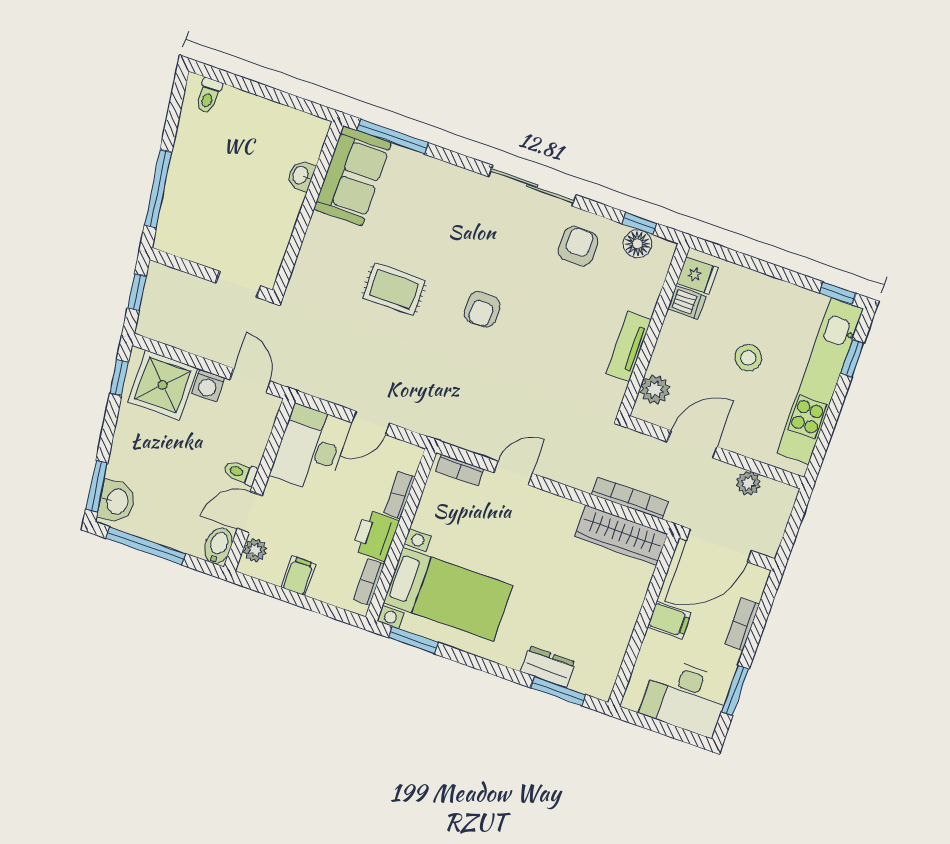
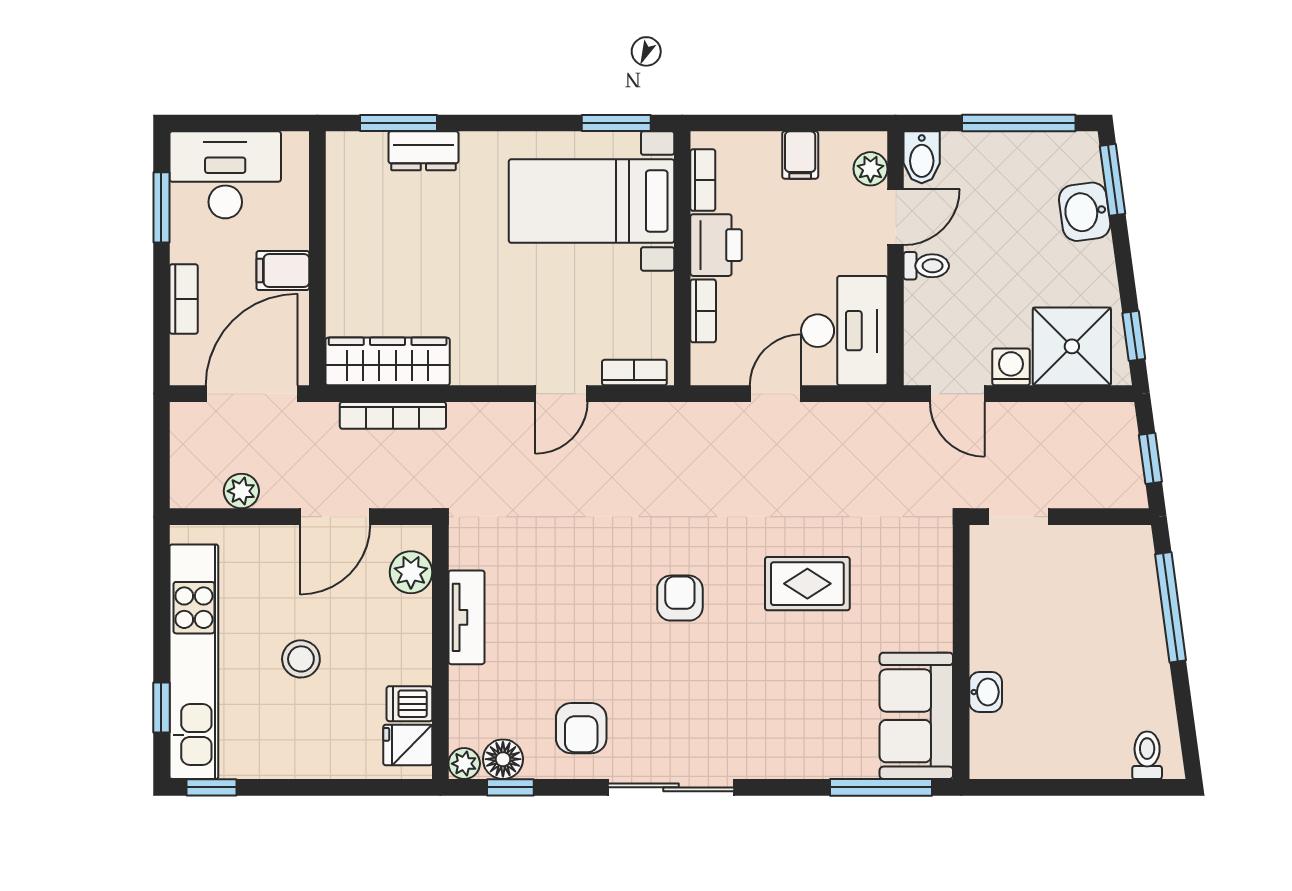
plant: (664, 250) -> (464, 764), added
washbasin: (117, 501) -> (1085, 212), moved

